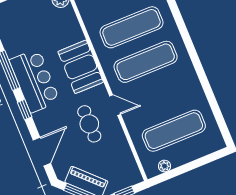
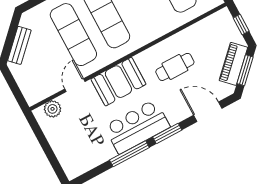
door: (115, 105) -> (75, 85), moved
window: (25, 110) -> (167, 133), width x1.50

